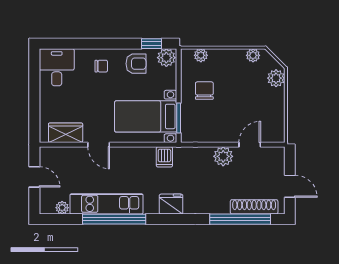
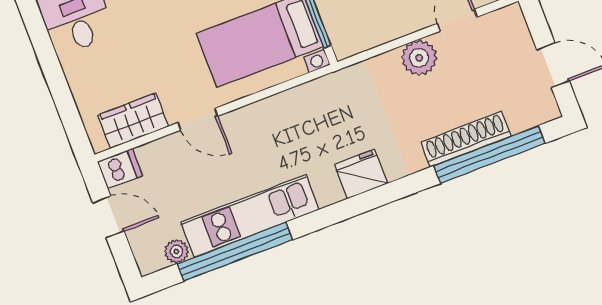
dishwasher: (164, 157) -> (120, 169), moved, turned -90
shoe rack: (254, 207) -> (466, 139), moved
window: (114, 219) -> (235, 252), moved

